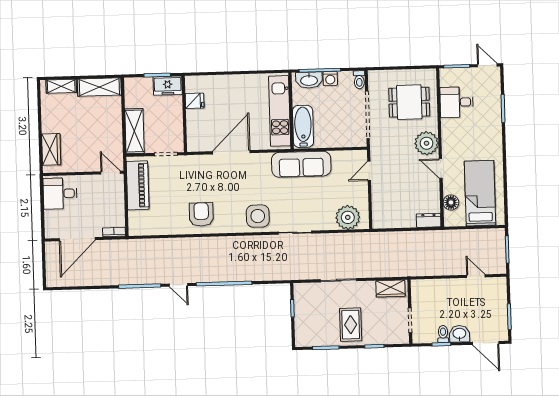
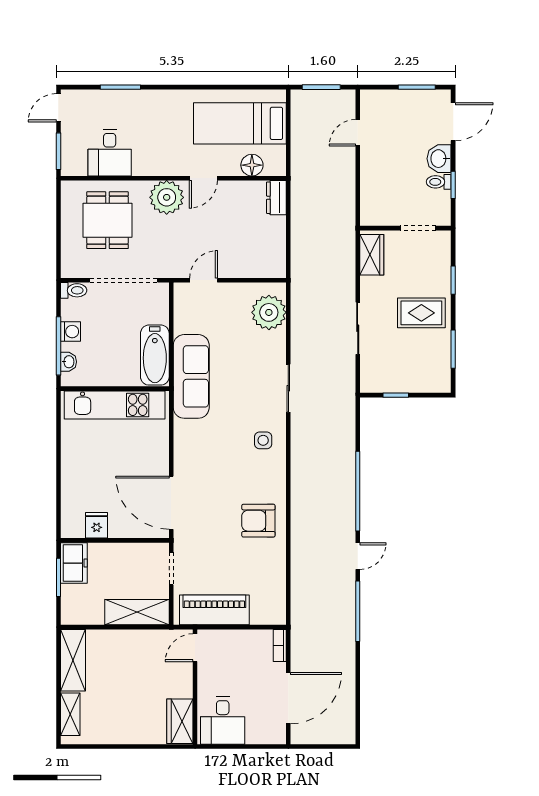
washbasin: (309, 80) -> (68, 362), width x0.52, depth x0.69
bathtub: (303, 126) -> (155, 355), moved, turned -90
wardrobe: (51, 149) -> (180, 721), moved, turned -90
door: (231, 152) -> (171, 503), moved
door: (369, 171) -> (204, 280), swing flipped
side table: (258, 216) -> (263, 440), width x0.54, depth x0.54
door: (77, 239) -> (288, 698), hinge flipped

